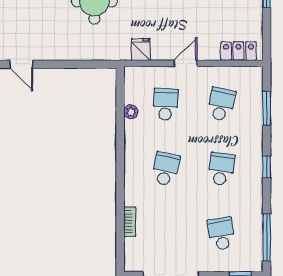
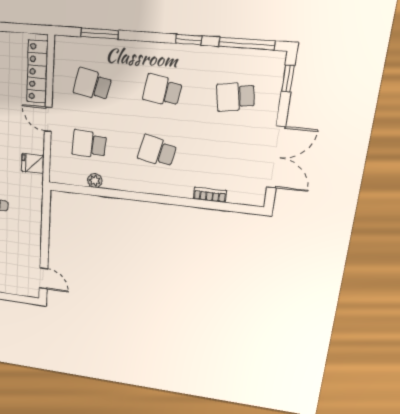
locker: (238, 51) -> (37, 72), width x1.53
door: (21, 64) -> (43, 278), hinge flipped
window: (267, 167) -> (189, 40), moved

